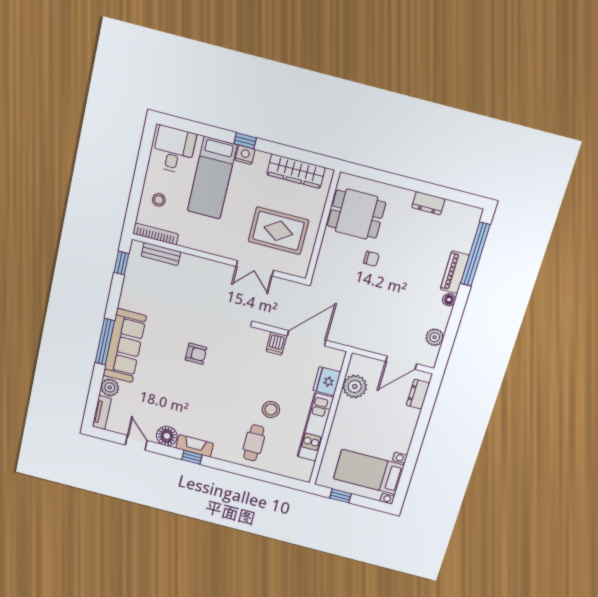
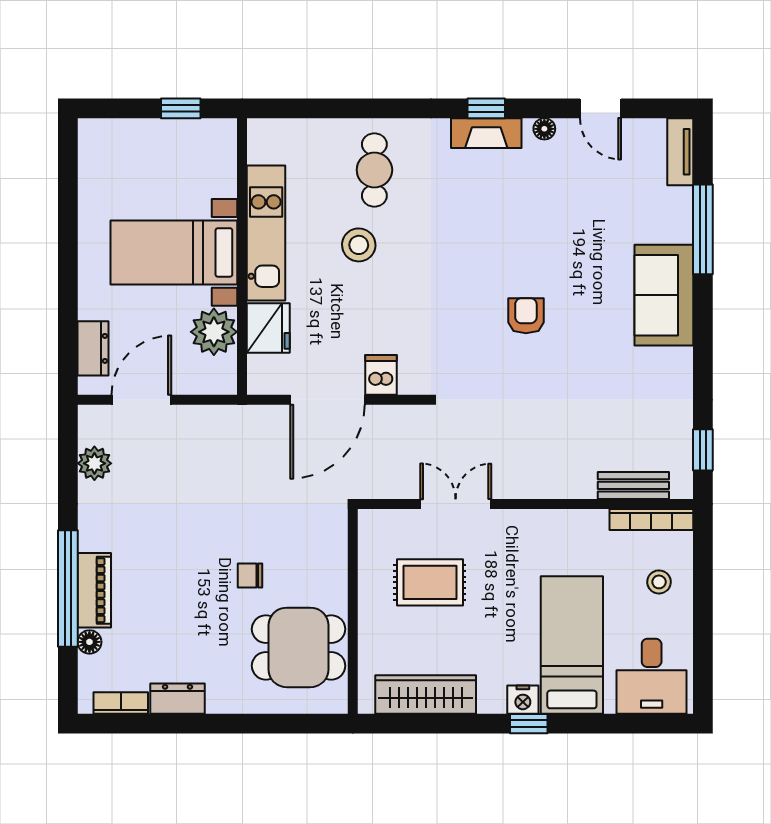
bookcase: (459, 209) -> (121, 703), added
rug: (278, 231) -> (430, 582), width x0.73, depth x0.70
window: (475, 254) -> (68, 589), moved
floor lamp: (449, 300) -> (89, 642), moved
window: (105, 342) -> (703, 229), moved
sofa: (125, 346) -> (664, 295), width x0.73
armchair: (196, 354) -> (526, 316), turned 90
plant: (110, 387) -> (675, 206), removed
floor lamp: (167, 436) -> (544, 129), width x0.53, depth x0.53
bed with nightstands: (369, 472) -> (174, 252), moved, turned 180

